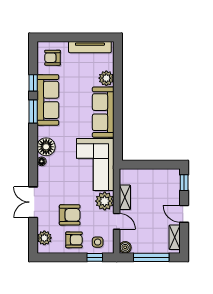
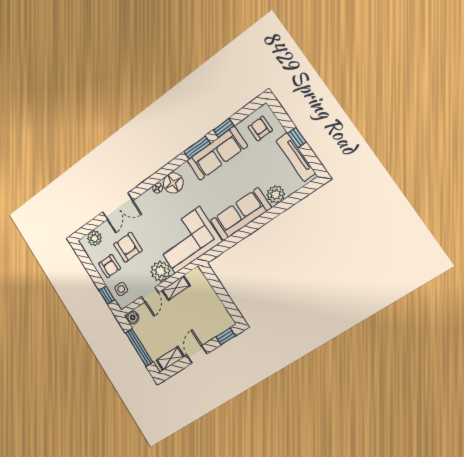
window: (77, 37) -> (297, 138), added
double door: (33, 202) -> (118, 206), swing flipped
armchair: (70, 215) -> (128, 247), turned 180

